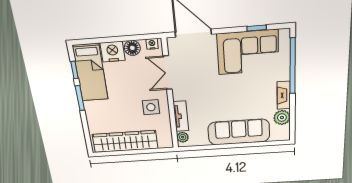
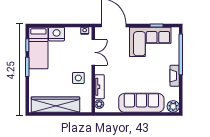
floor lamp: (132, 48) -> (71, 32), removed
double door: (168, 73) -> (93, 52), swing flipped
plant: (282, 118) -> (173, 106), moved

